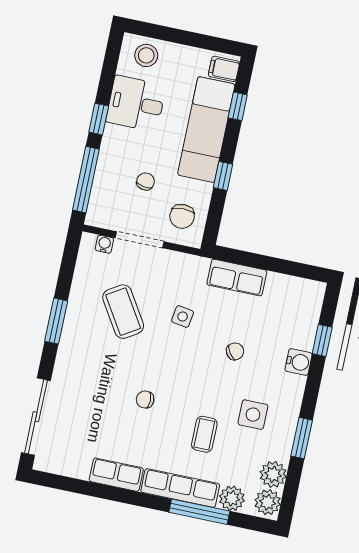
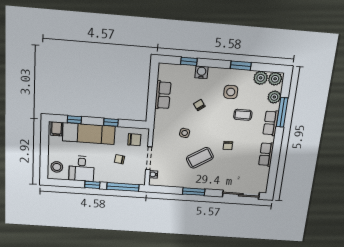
row of seats: (237, 278) -> (163, 95), moved
coffee table: (123, 312) -> (200, 158), moved
row of seats: (180, 488) -> (271, 123), width x0.68

